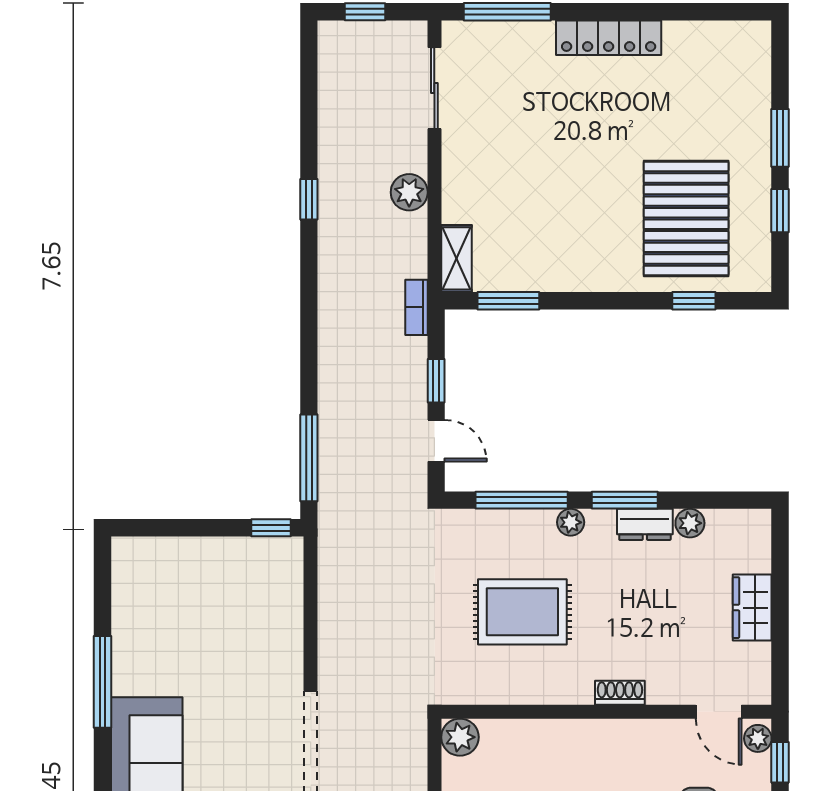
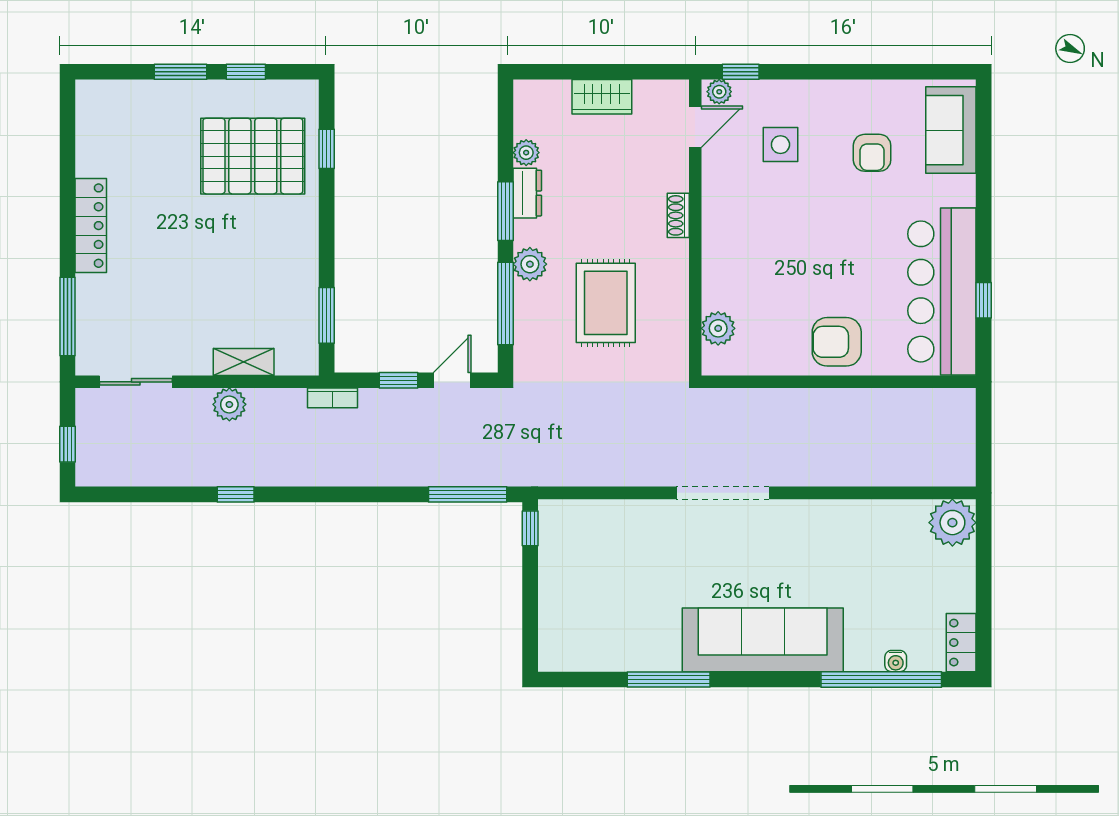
shelving: (456, 258) -> (244, 362), moved
plant: (571, 522) -> (530, 264), width x1.38, depth x1.38
plant: (460, 737) -> (718, 328), moved

